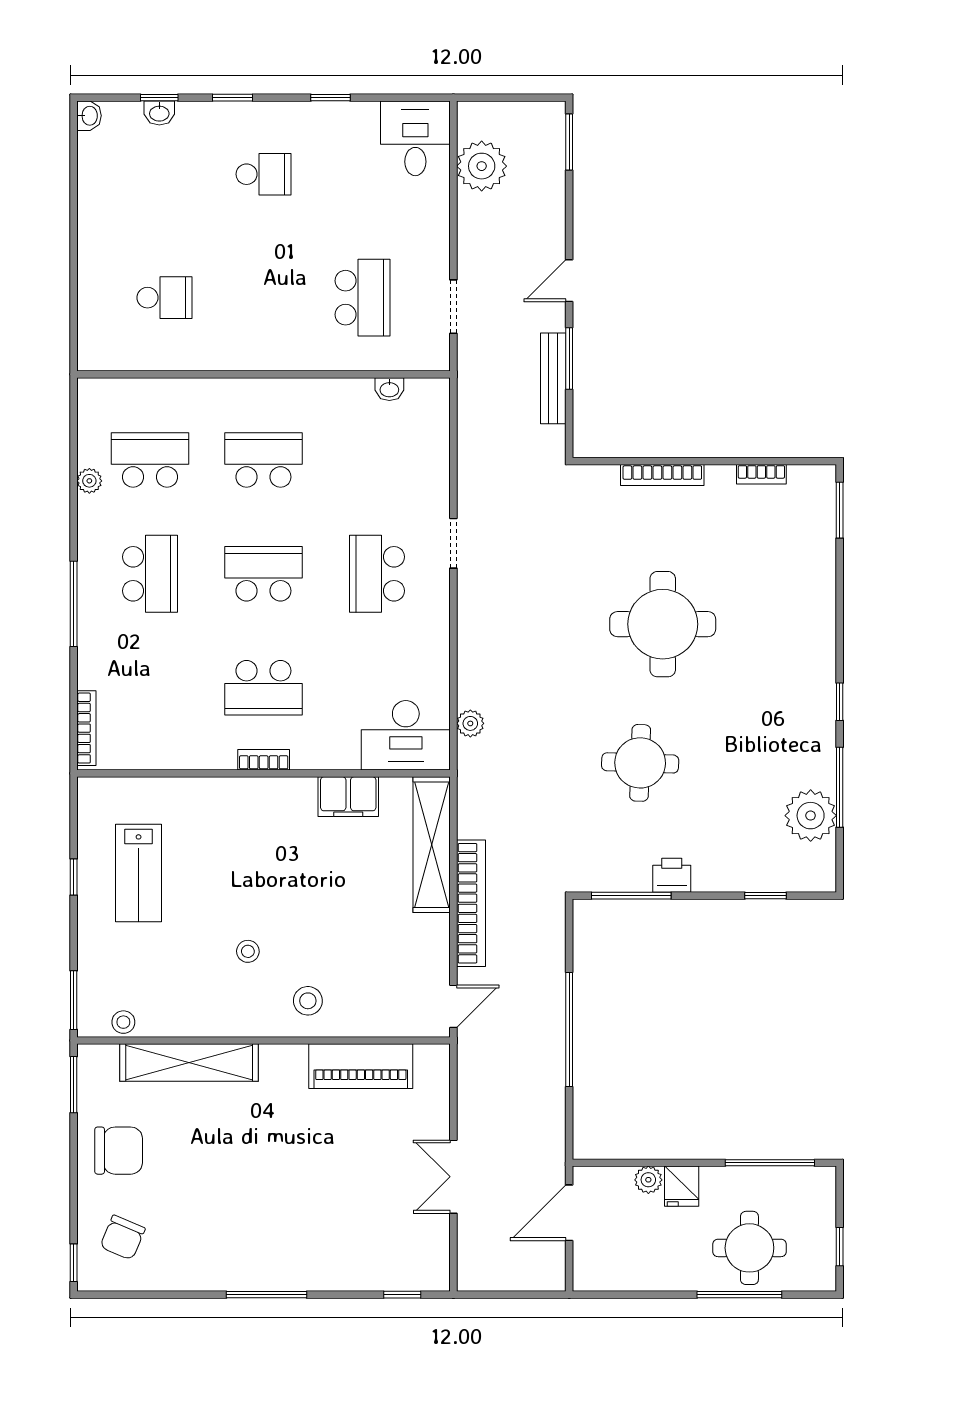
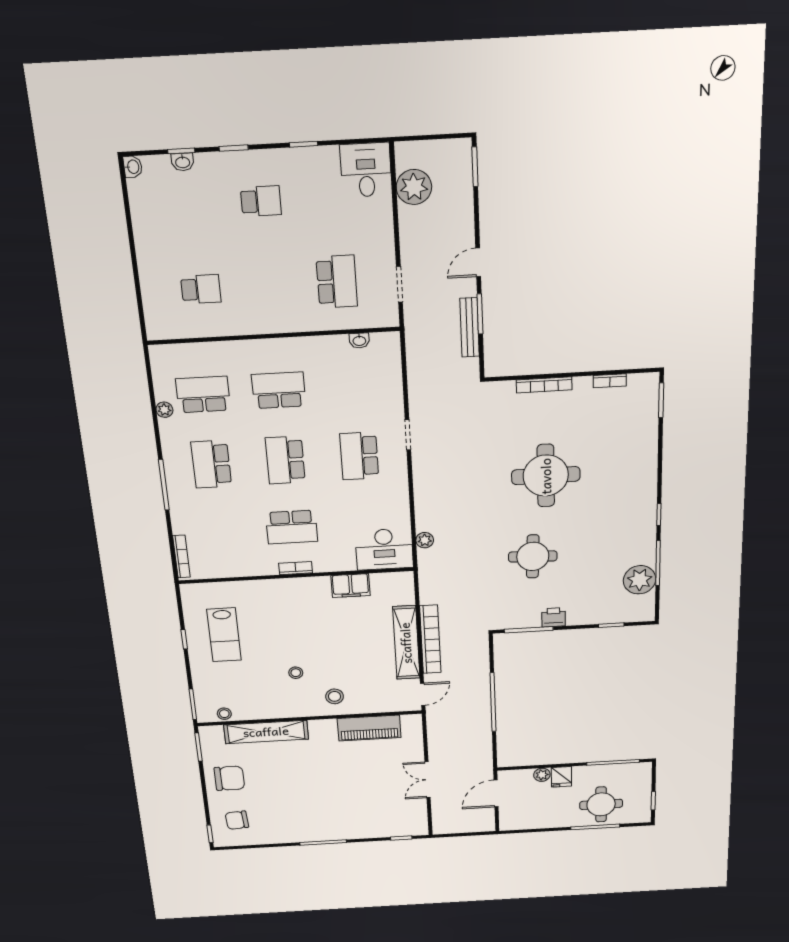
school desk: (150, 574) -> (211, 464), turned 180
school desk: (263, 574) -> (285, 460), turned -90
shelving: (432, 845) -> (406, 643), moved
chair: (123, 1237) -> (237, 820), turned 63

